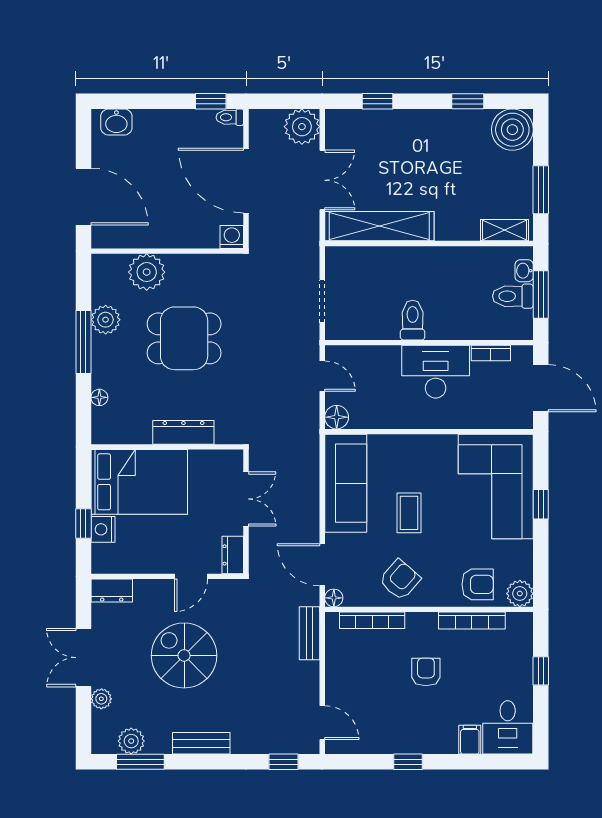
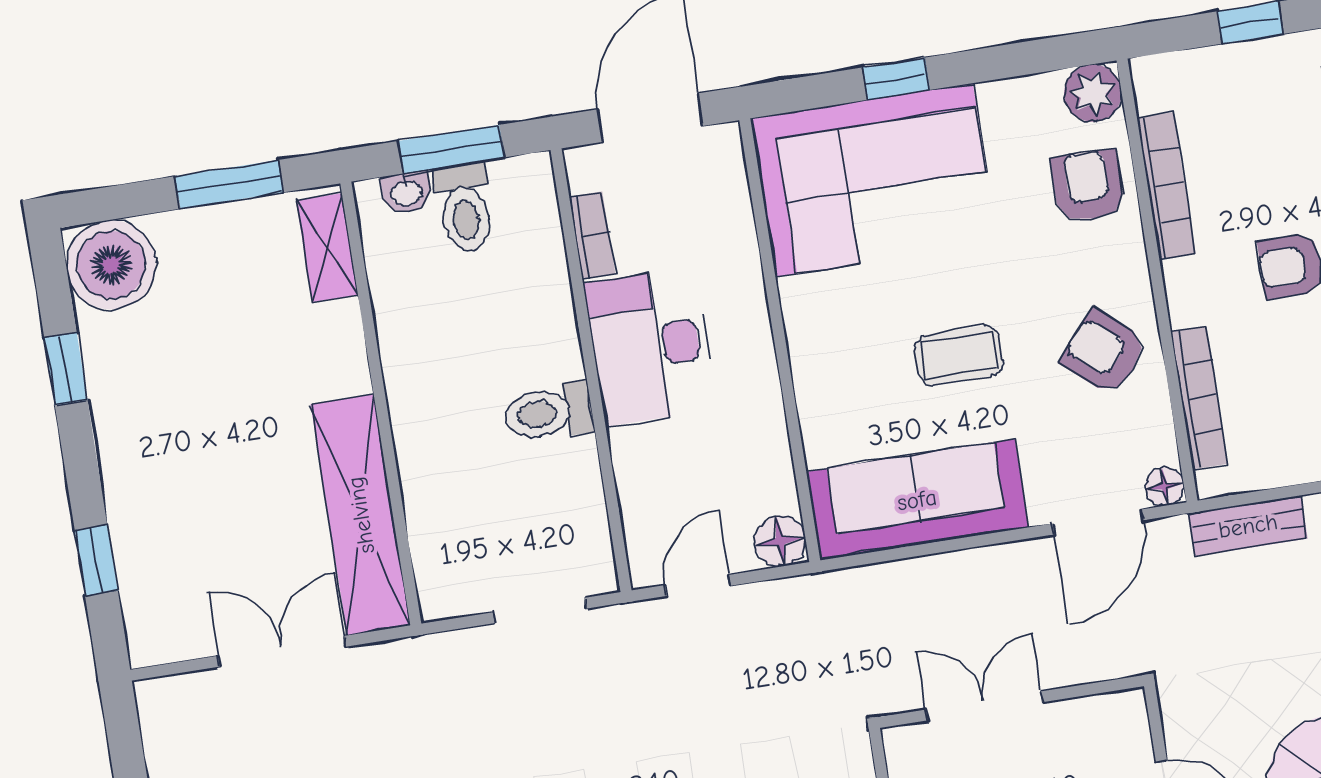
plant: (302, 127) -> (175, 712), removed
dresser: (233, 555) -> (1107, 715), removed

